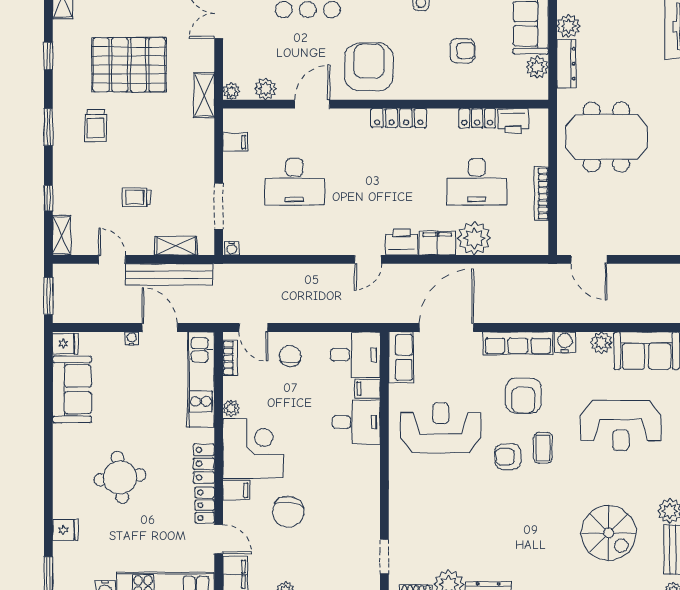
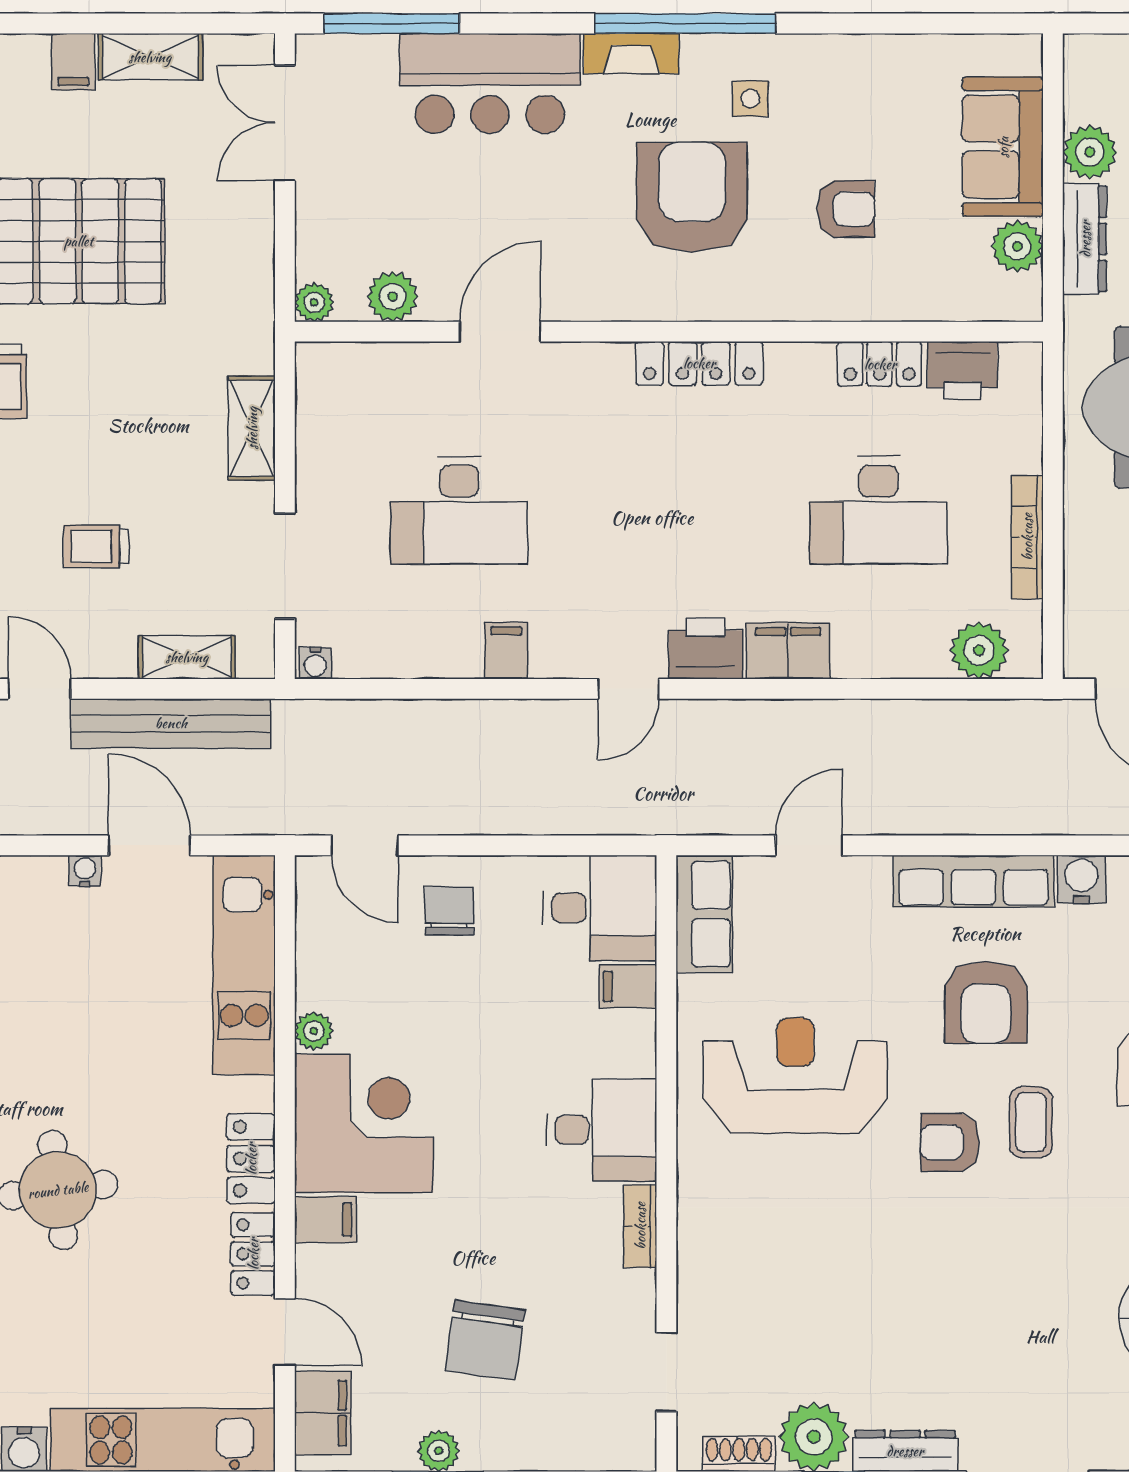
armchair: (369, 67) -> (692, 197), moved
shelving: (204, 95) -> (252, 428), moved
filing cabinet: (235, 142) -> (506, 651), moved, turned -90
plant: (474, 238) -> (979, 650), moved, width x0.73, depth x0.73
door: (446, 327) -> (809, 845), width x0.53
bookcase: (230, 358) -> (640, 1226), moved, turned 180
desk: (356, 422) -> (602, 1130), moved
chair: (288, 512) -> (485, 1340), moved

